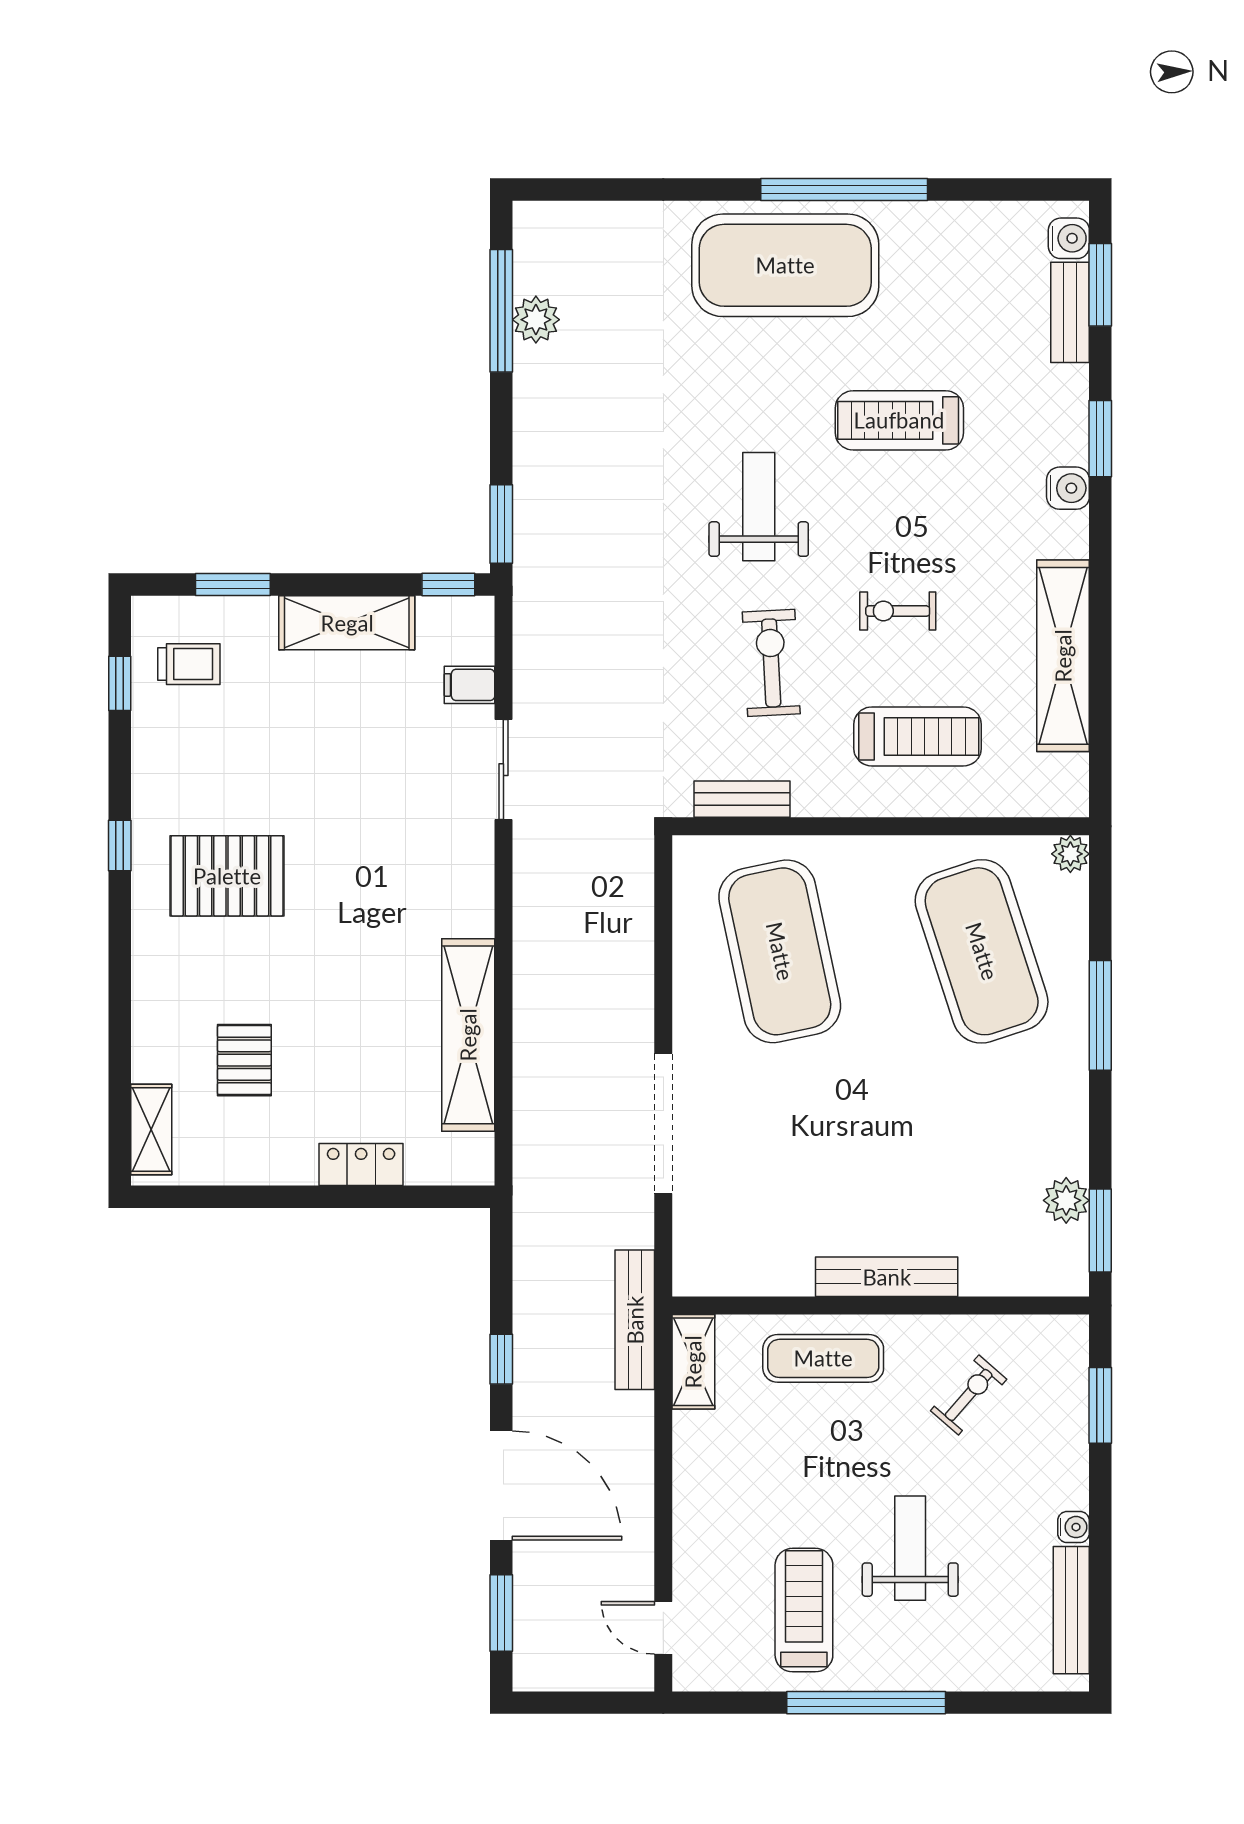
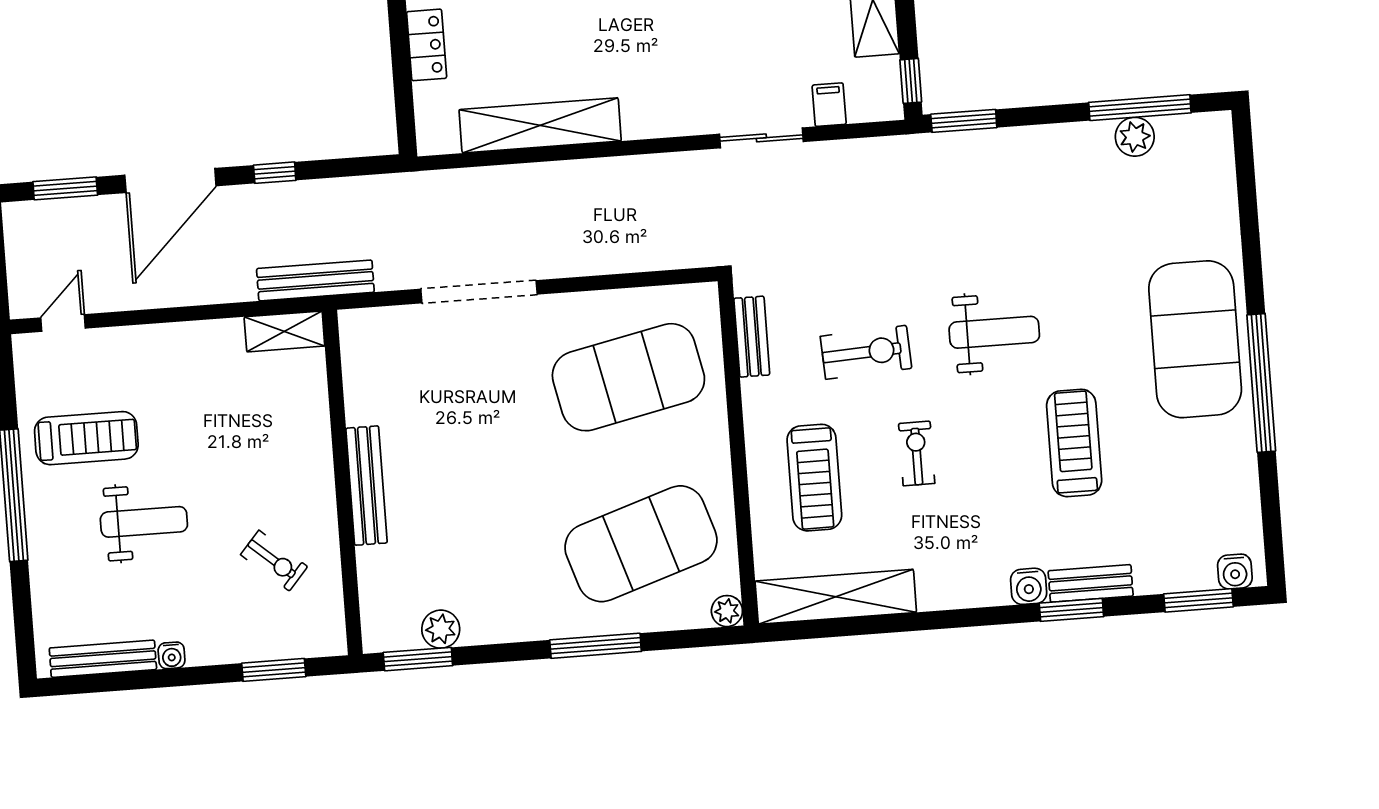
bench: (1070, 312) -> (1091, 583), moved
shelving: (1063, 656) -> (836, 597), moved
exercise mat: (823, 1358) -> (295, 438), removed

